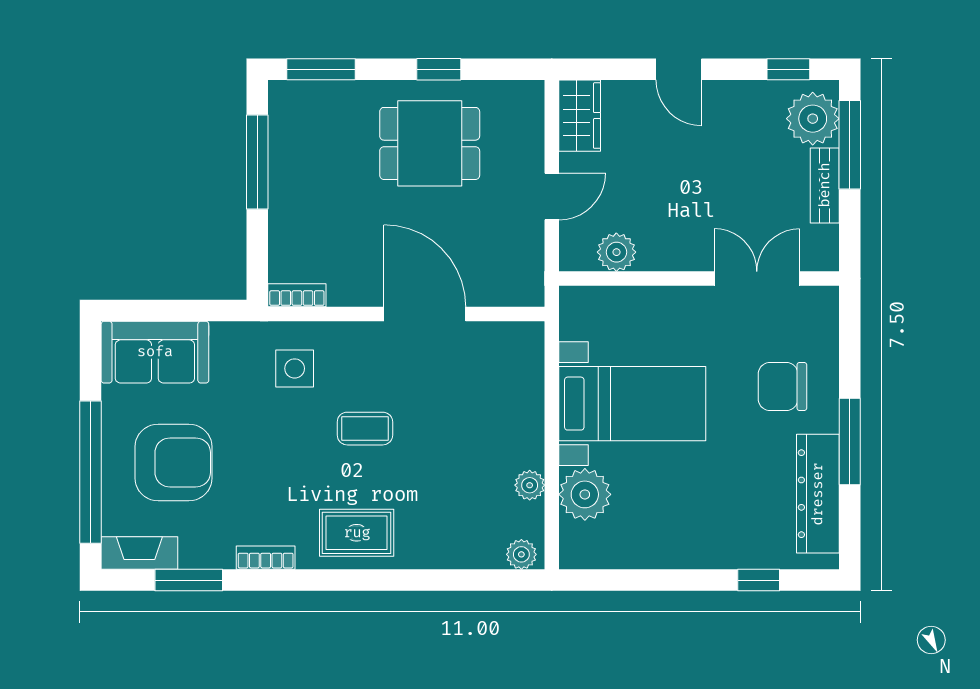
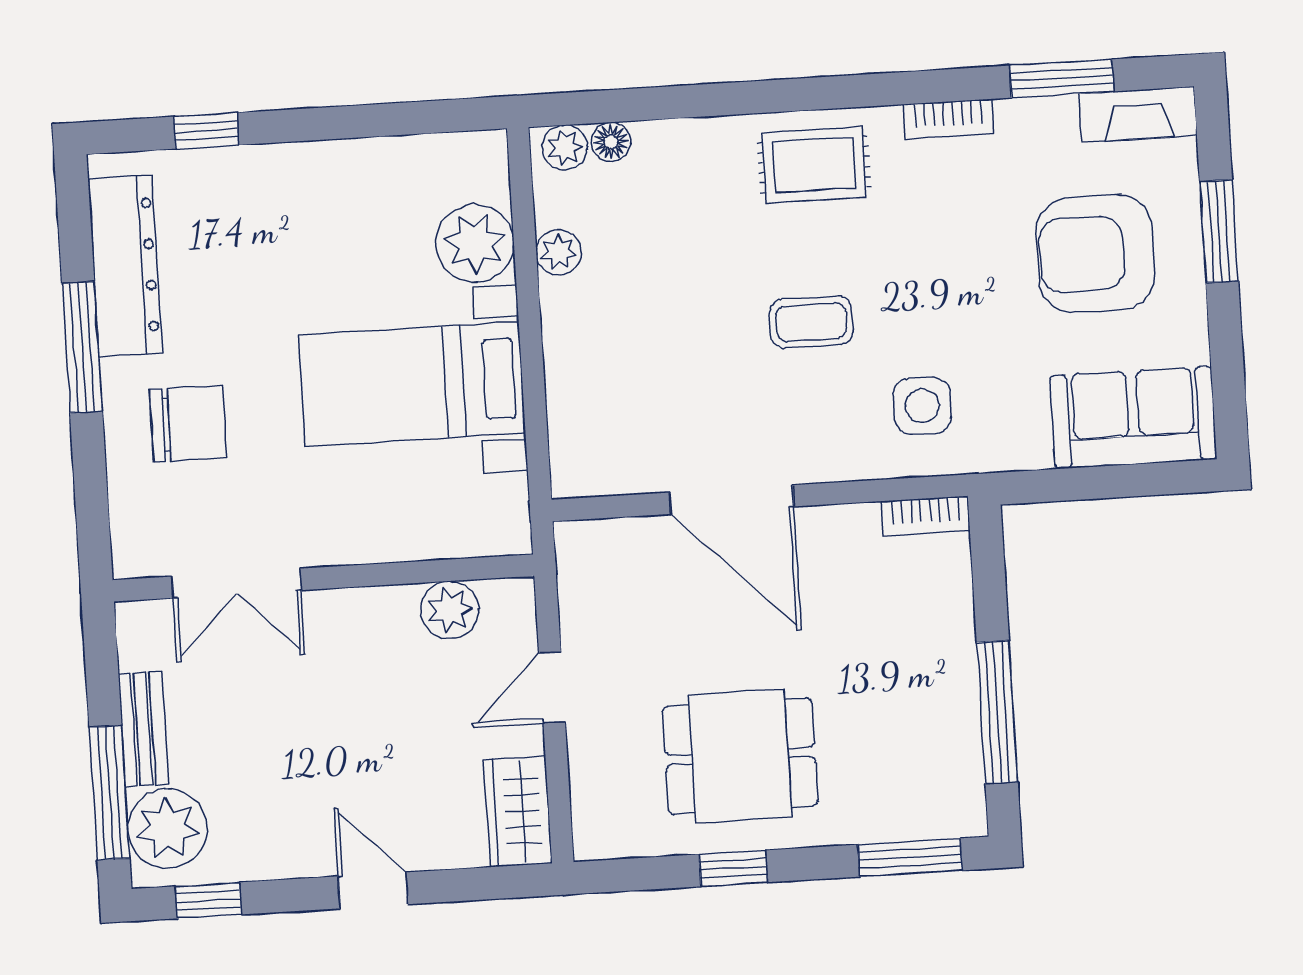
window: (91, 472) -> (1219, 231), width x0.47
floor lamp: (490, 556) -> (611, 142), added

